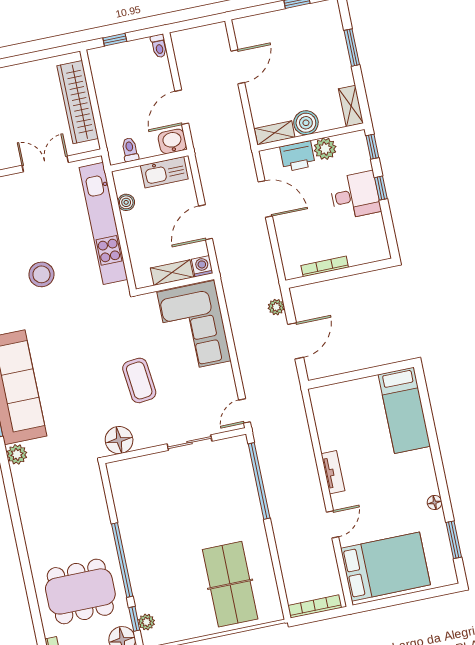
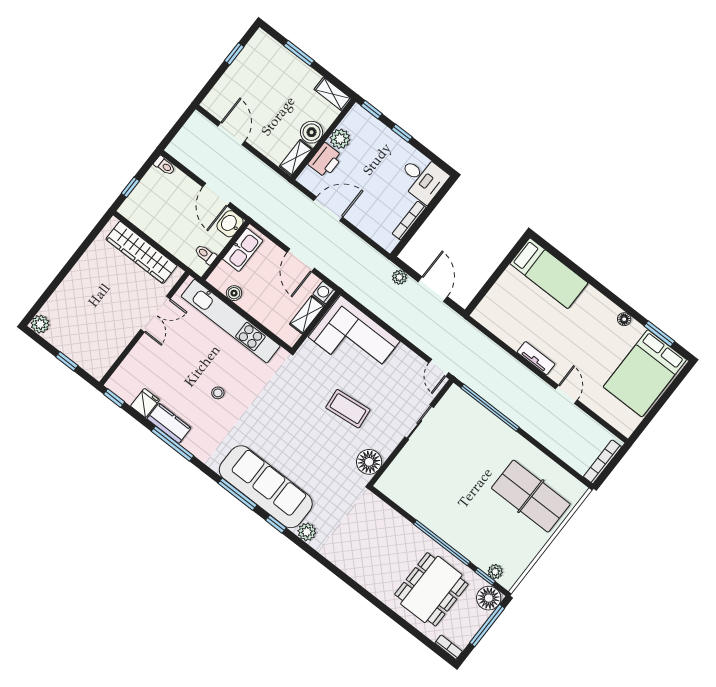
double door: (45, 164) -> (155, 314), swing flipped
desk: (355, 195) -> (422, 178), moved, turned 90
stool: (41, 274) -> (218, 393), width x0.53, depth x0.53
bed: (385, 567) -> (645, 373), moved, turned 180

